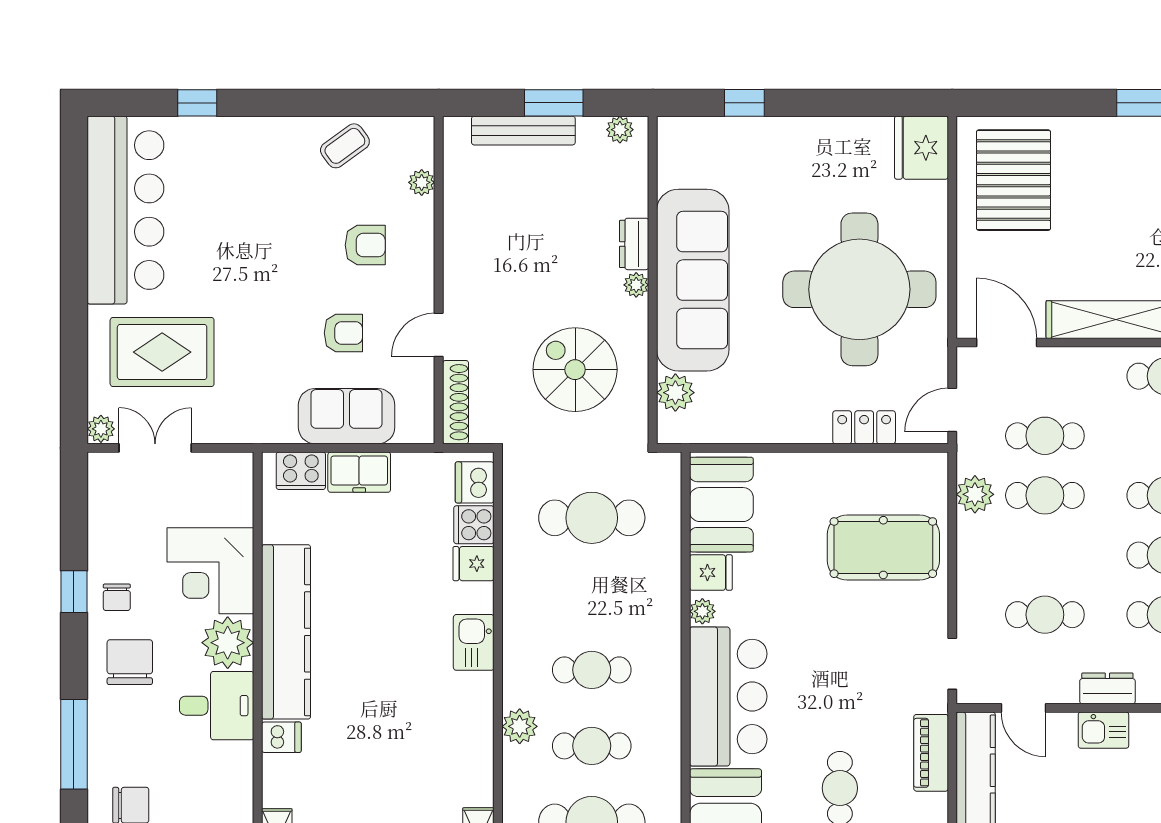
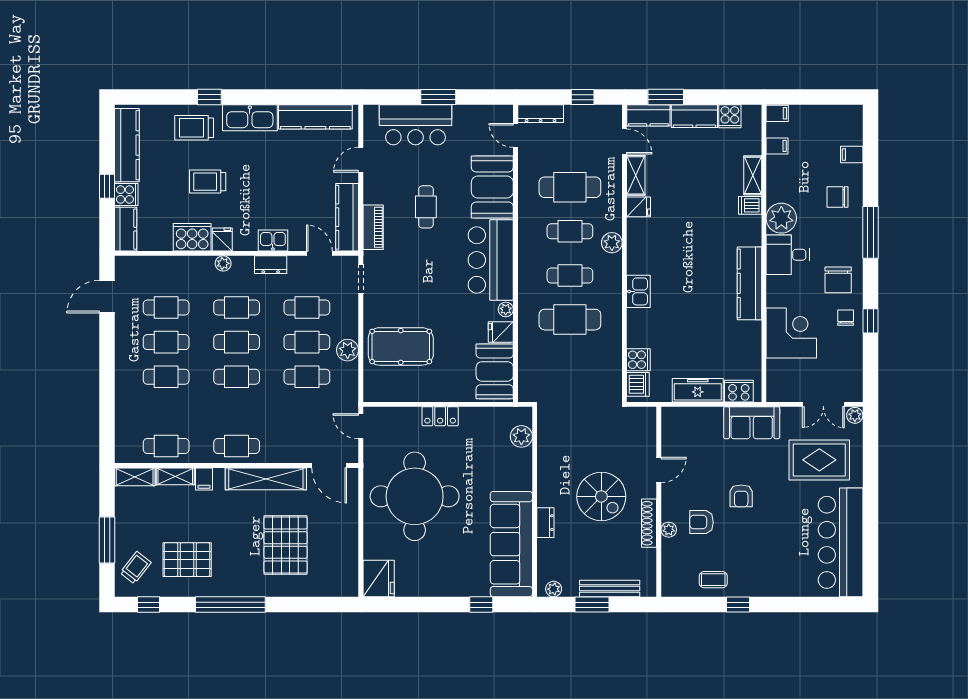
window: (197, 103) -> (738, 605), moved
coffee table: (345, 146) -> (713, 580), turned 36
pallet: (1013, 180) -> (286, 545), moved
plant: (422, 182) -> (669, 530), moved
sofa: (693, 280) -> (511, 544), moved
plant: (636, 285) -> (544, 499), removed
armchair: (343, 333) -> (741, 496), moved, turned -90
spiral stairs: (575, 370) -> (601, 496), moved
shoe rack: (456, 402) -> (649, 523), moved
door: (952, 410) -> (361, 426), swing flipped
sofa: (347, 416) -> (752, 423), moved
locker: (864, 427) -> (440, 416), moved
cafe table: (1045, 436) -> (307, 342), moved
freezer: (359, 472) -> (698, 390), width x1.40
plant: (975, 494) -> (348, 350), moved
cafe table: (592, 518) -> (570, 320), moved
fridge: (474, 564) -> (639, 207), moved
kitchen counter: (286, 632) -> (749, 283), width x0.72, depth x0.86
plant: (228, 643) -> (781, 218), moved
dishwasher: (281, 737) -> (750, 205), moved

